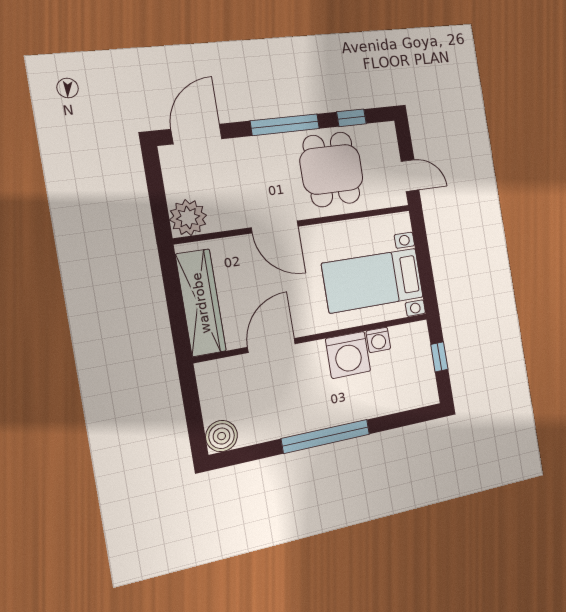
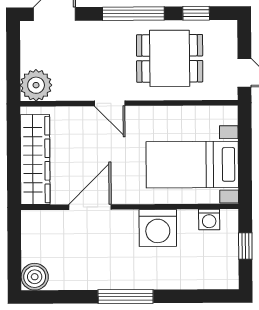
dining table: (331, 169) -> (170, 58), turned 90
door: (275, 227) -> (110, 103), width x0.73
washing machine: (378, 340) -> (209, 220), moved
window: (326, 436) -> (126, 297), width x0.68

